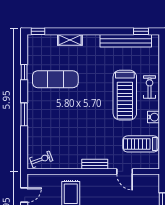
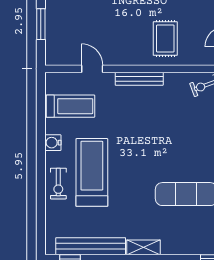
shelving: (70, 40) -> (143, 247), moved
bench: (95, 164) -> (139, 79), width x1.36

